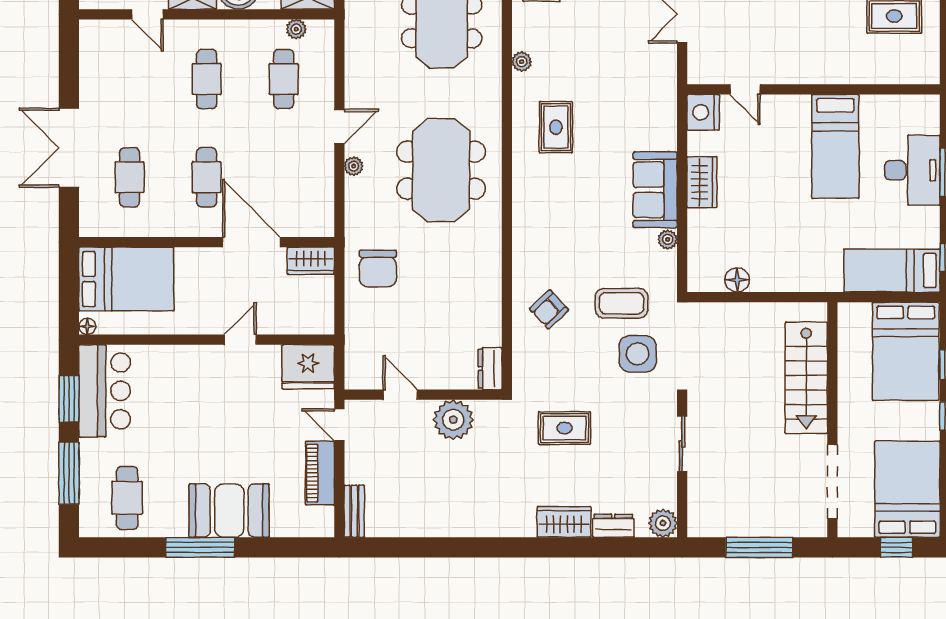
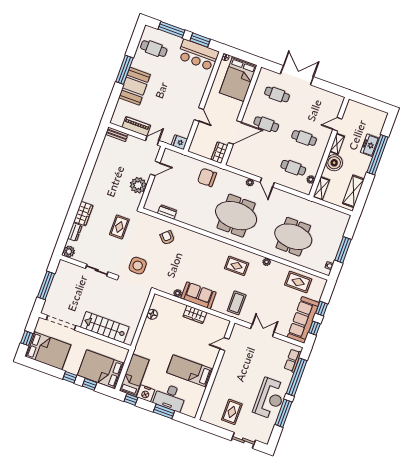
nightstand: (703, 112) -> (146, 393), moved, turned 180
coffee table: (622, 303) -> (237, 303), moved
fridge: (308, 367) -> (179, 142), width x0.53, depth x0.75
dresser: (490, 369) -> (167, 212), moved

